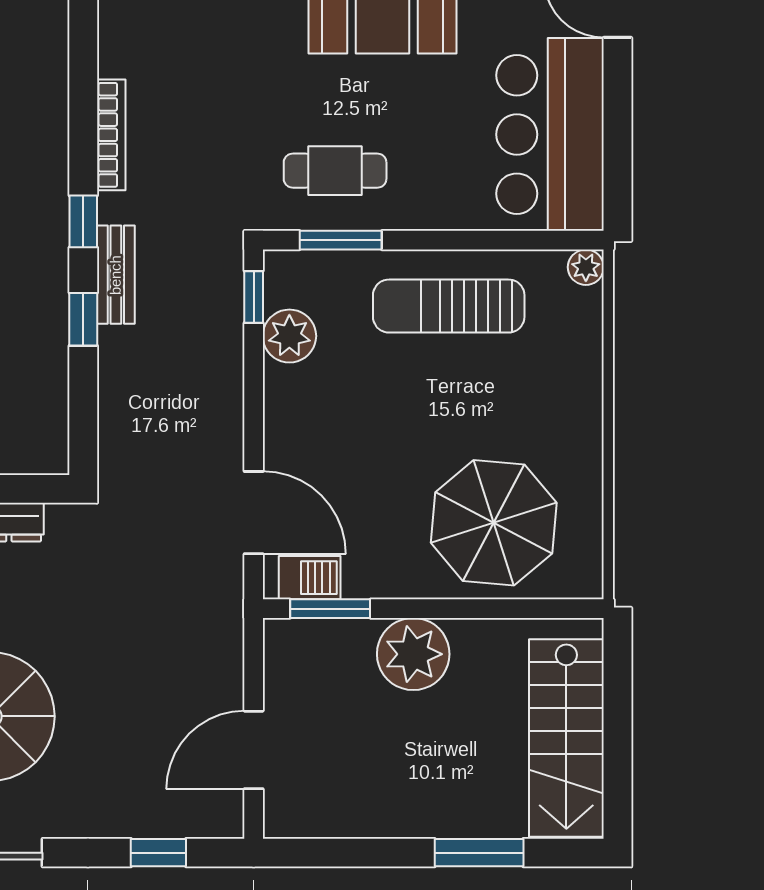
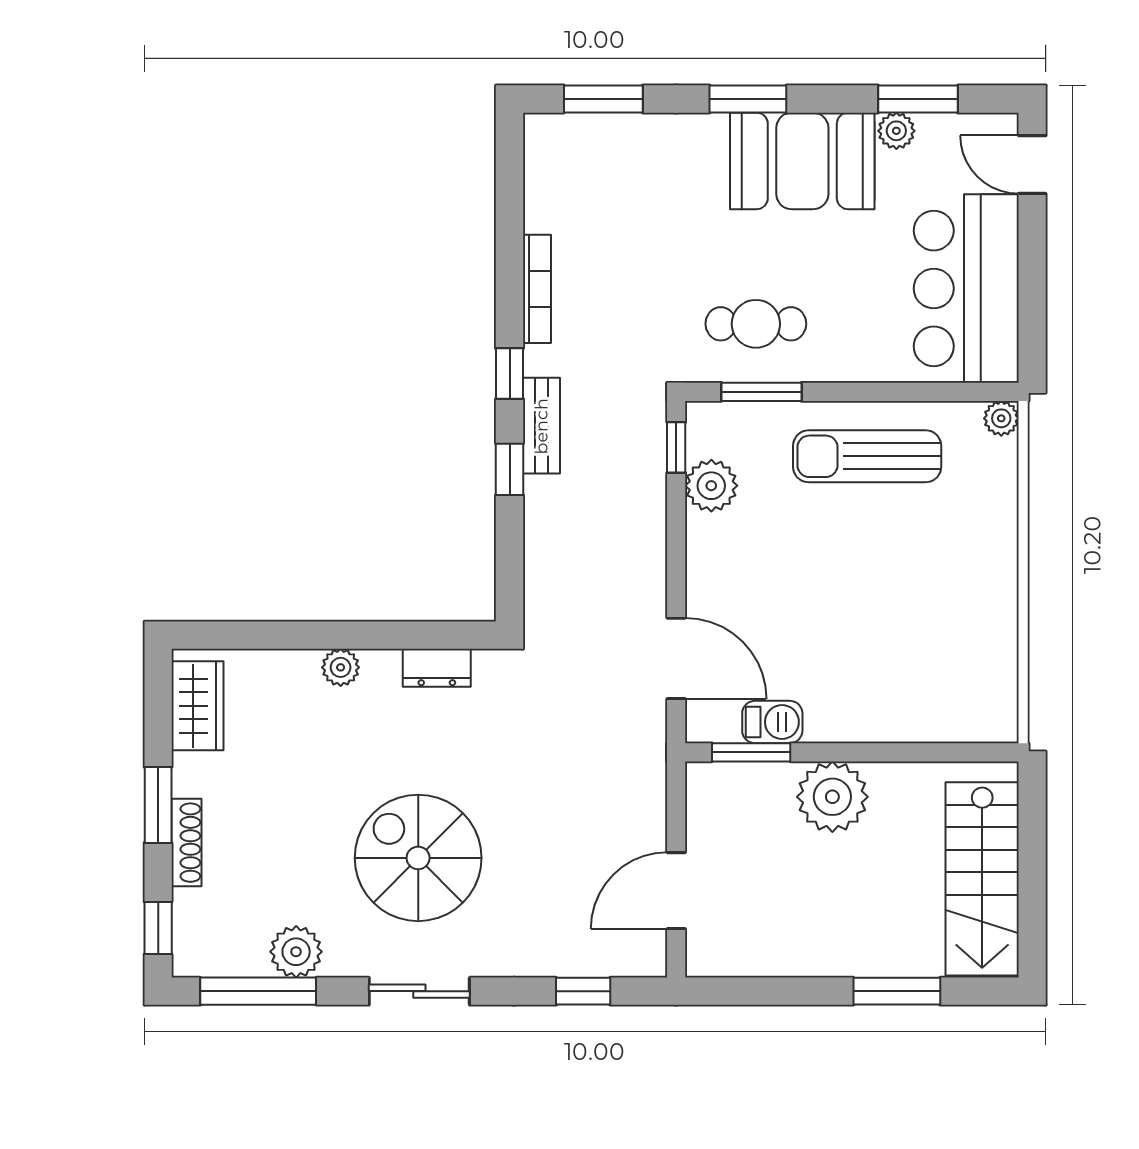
parasol: (494, 523) -> (911, 668), removed
barbecue: (310, 578) -> (772, 722), moved

